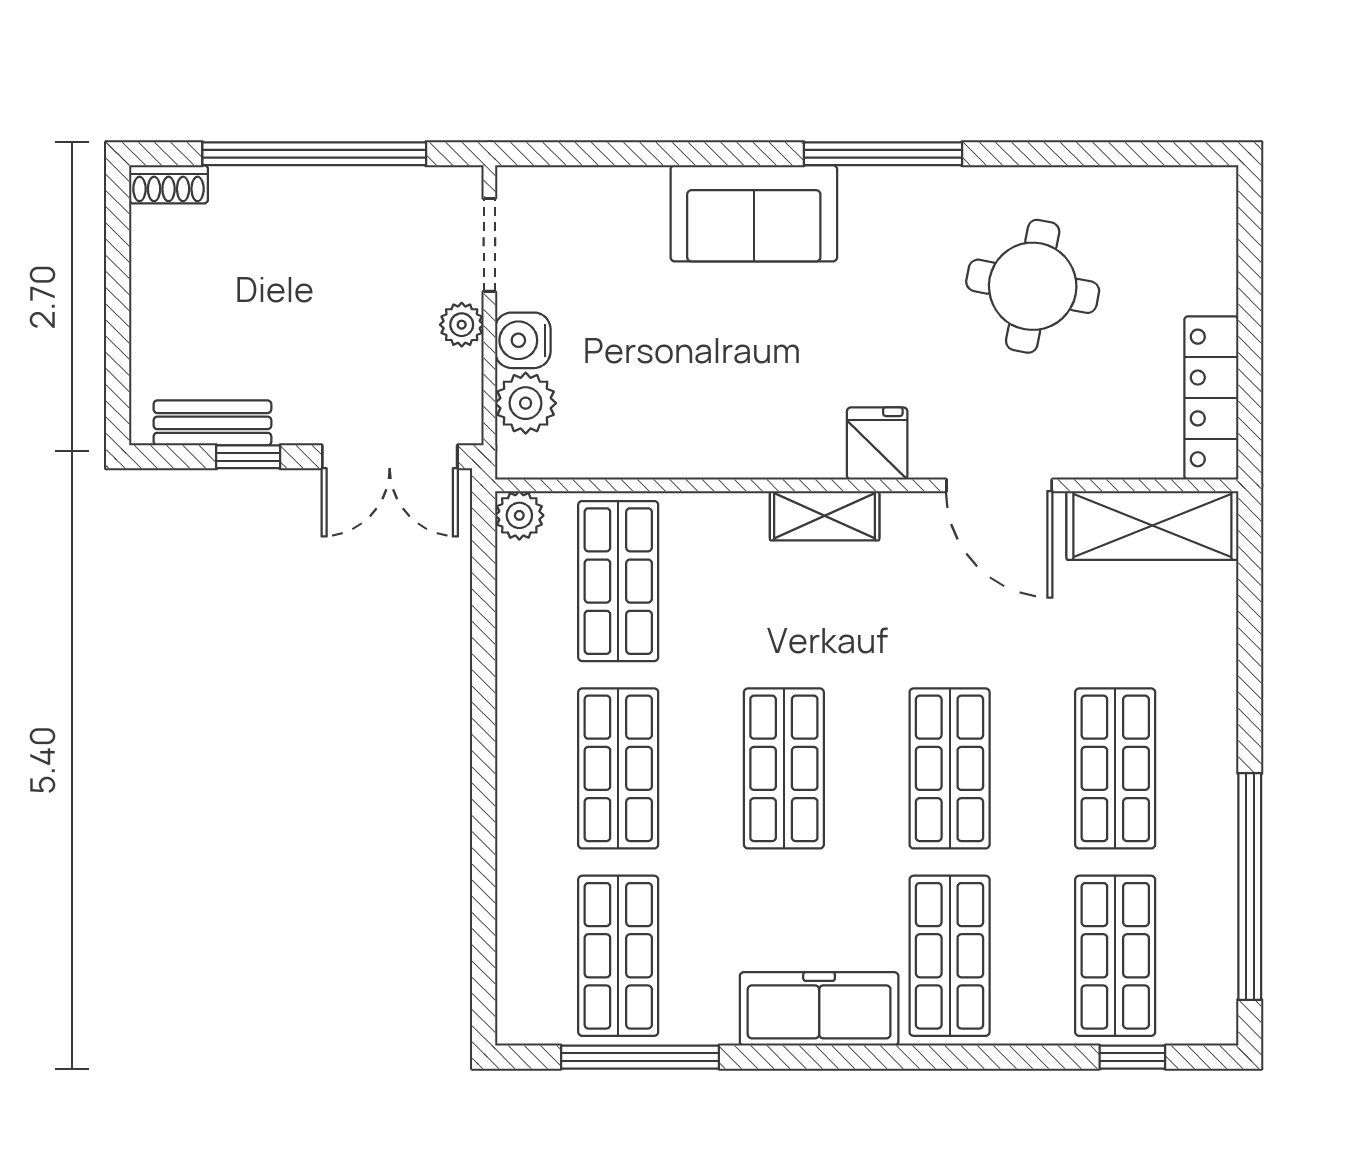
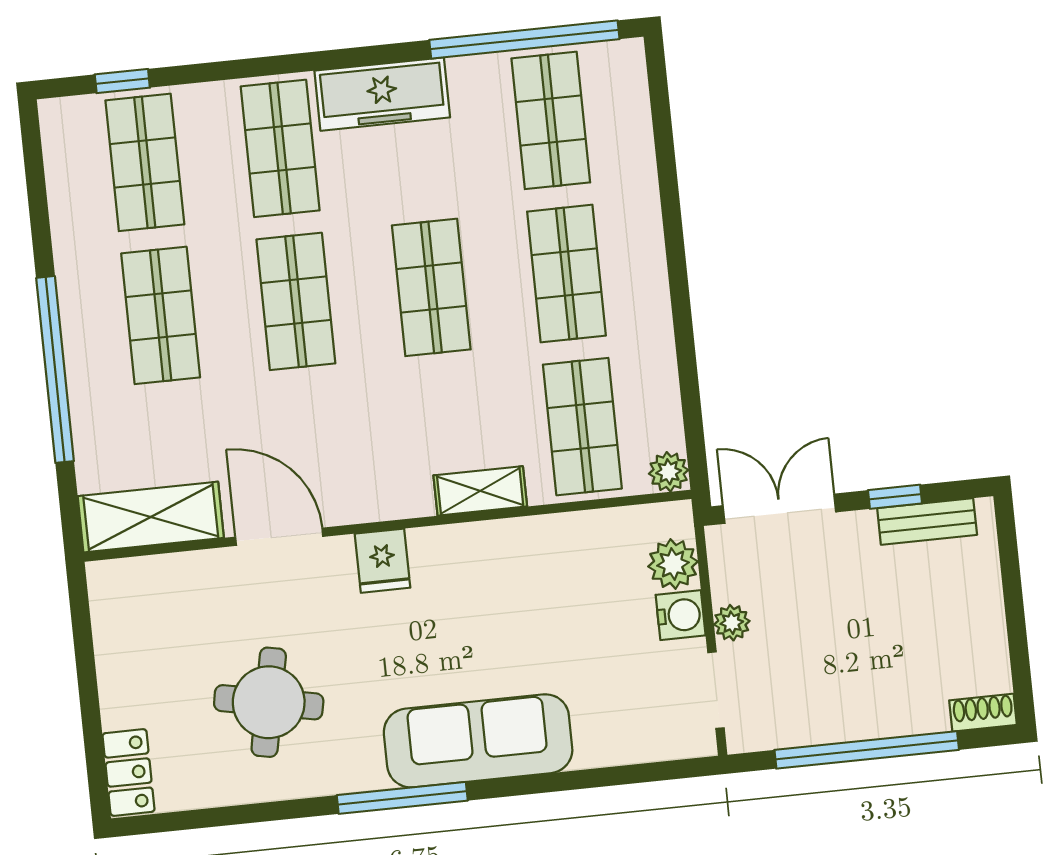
sofa: (754, 213) -> (478, 741), width x1.36
locker: (1211, 398) -> (129, 773), moved, width x0.66
shelving: (825, 516) -> (480, 491), moved
window: (1250, 886) -> (55, 369), moved
window: (640, 1057) -> (524, 40), width x1.46

